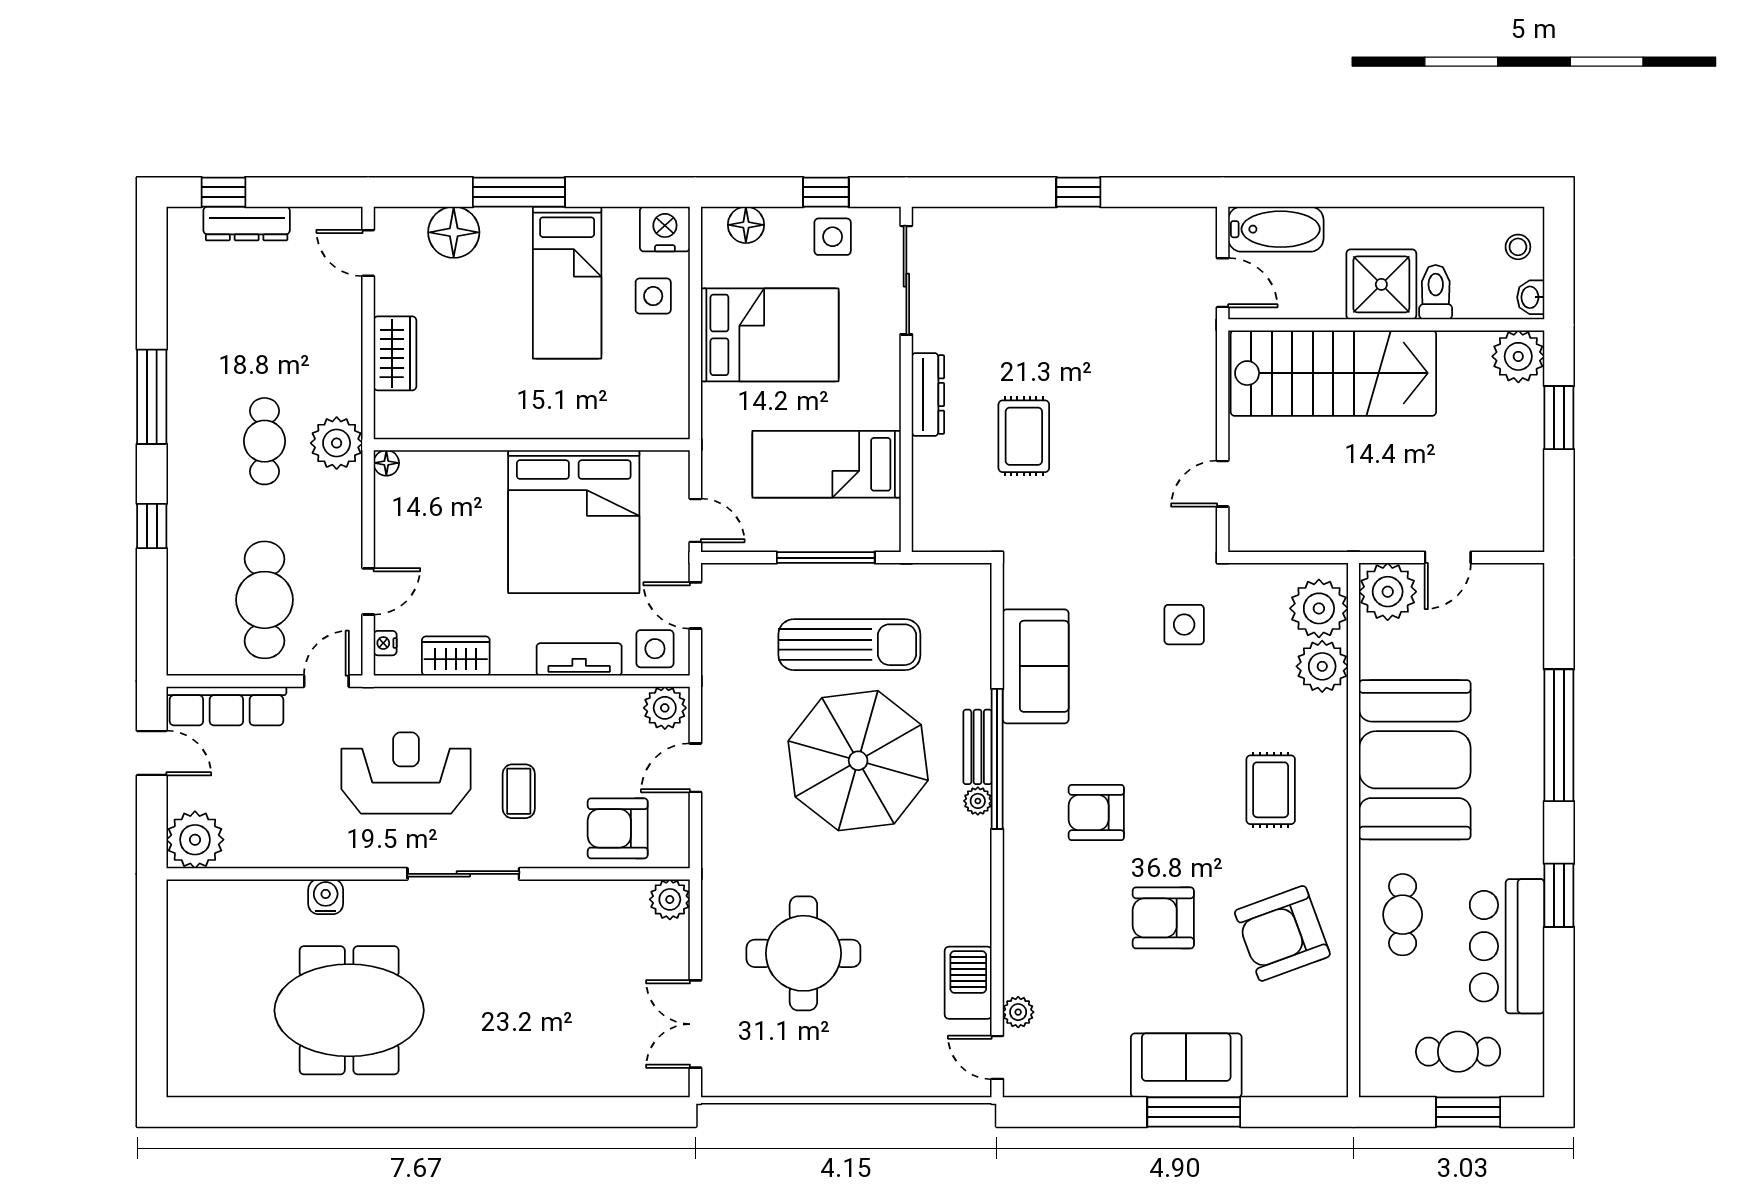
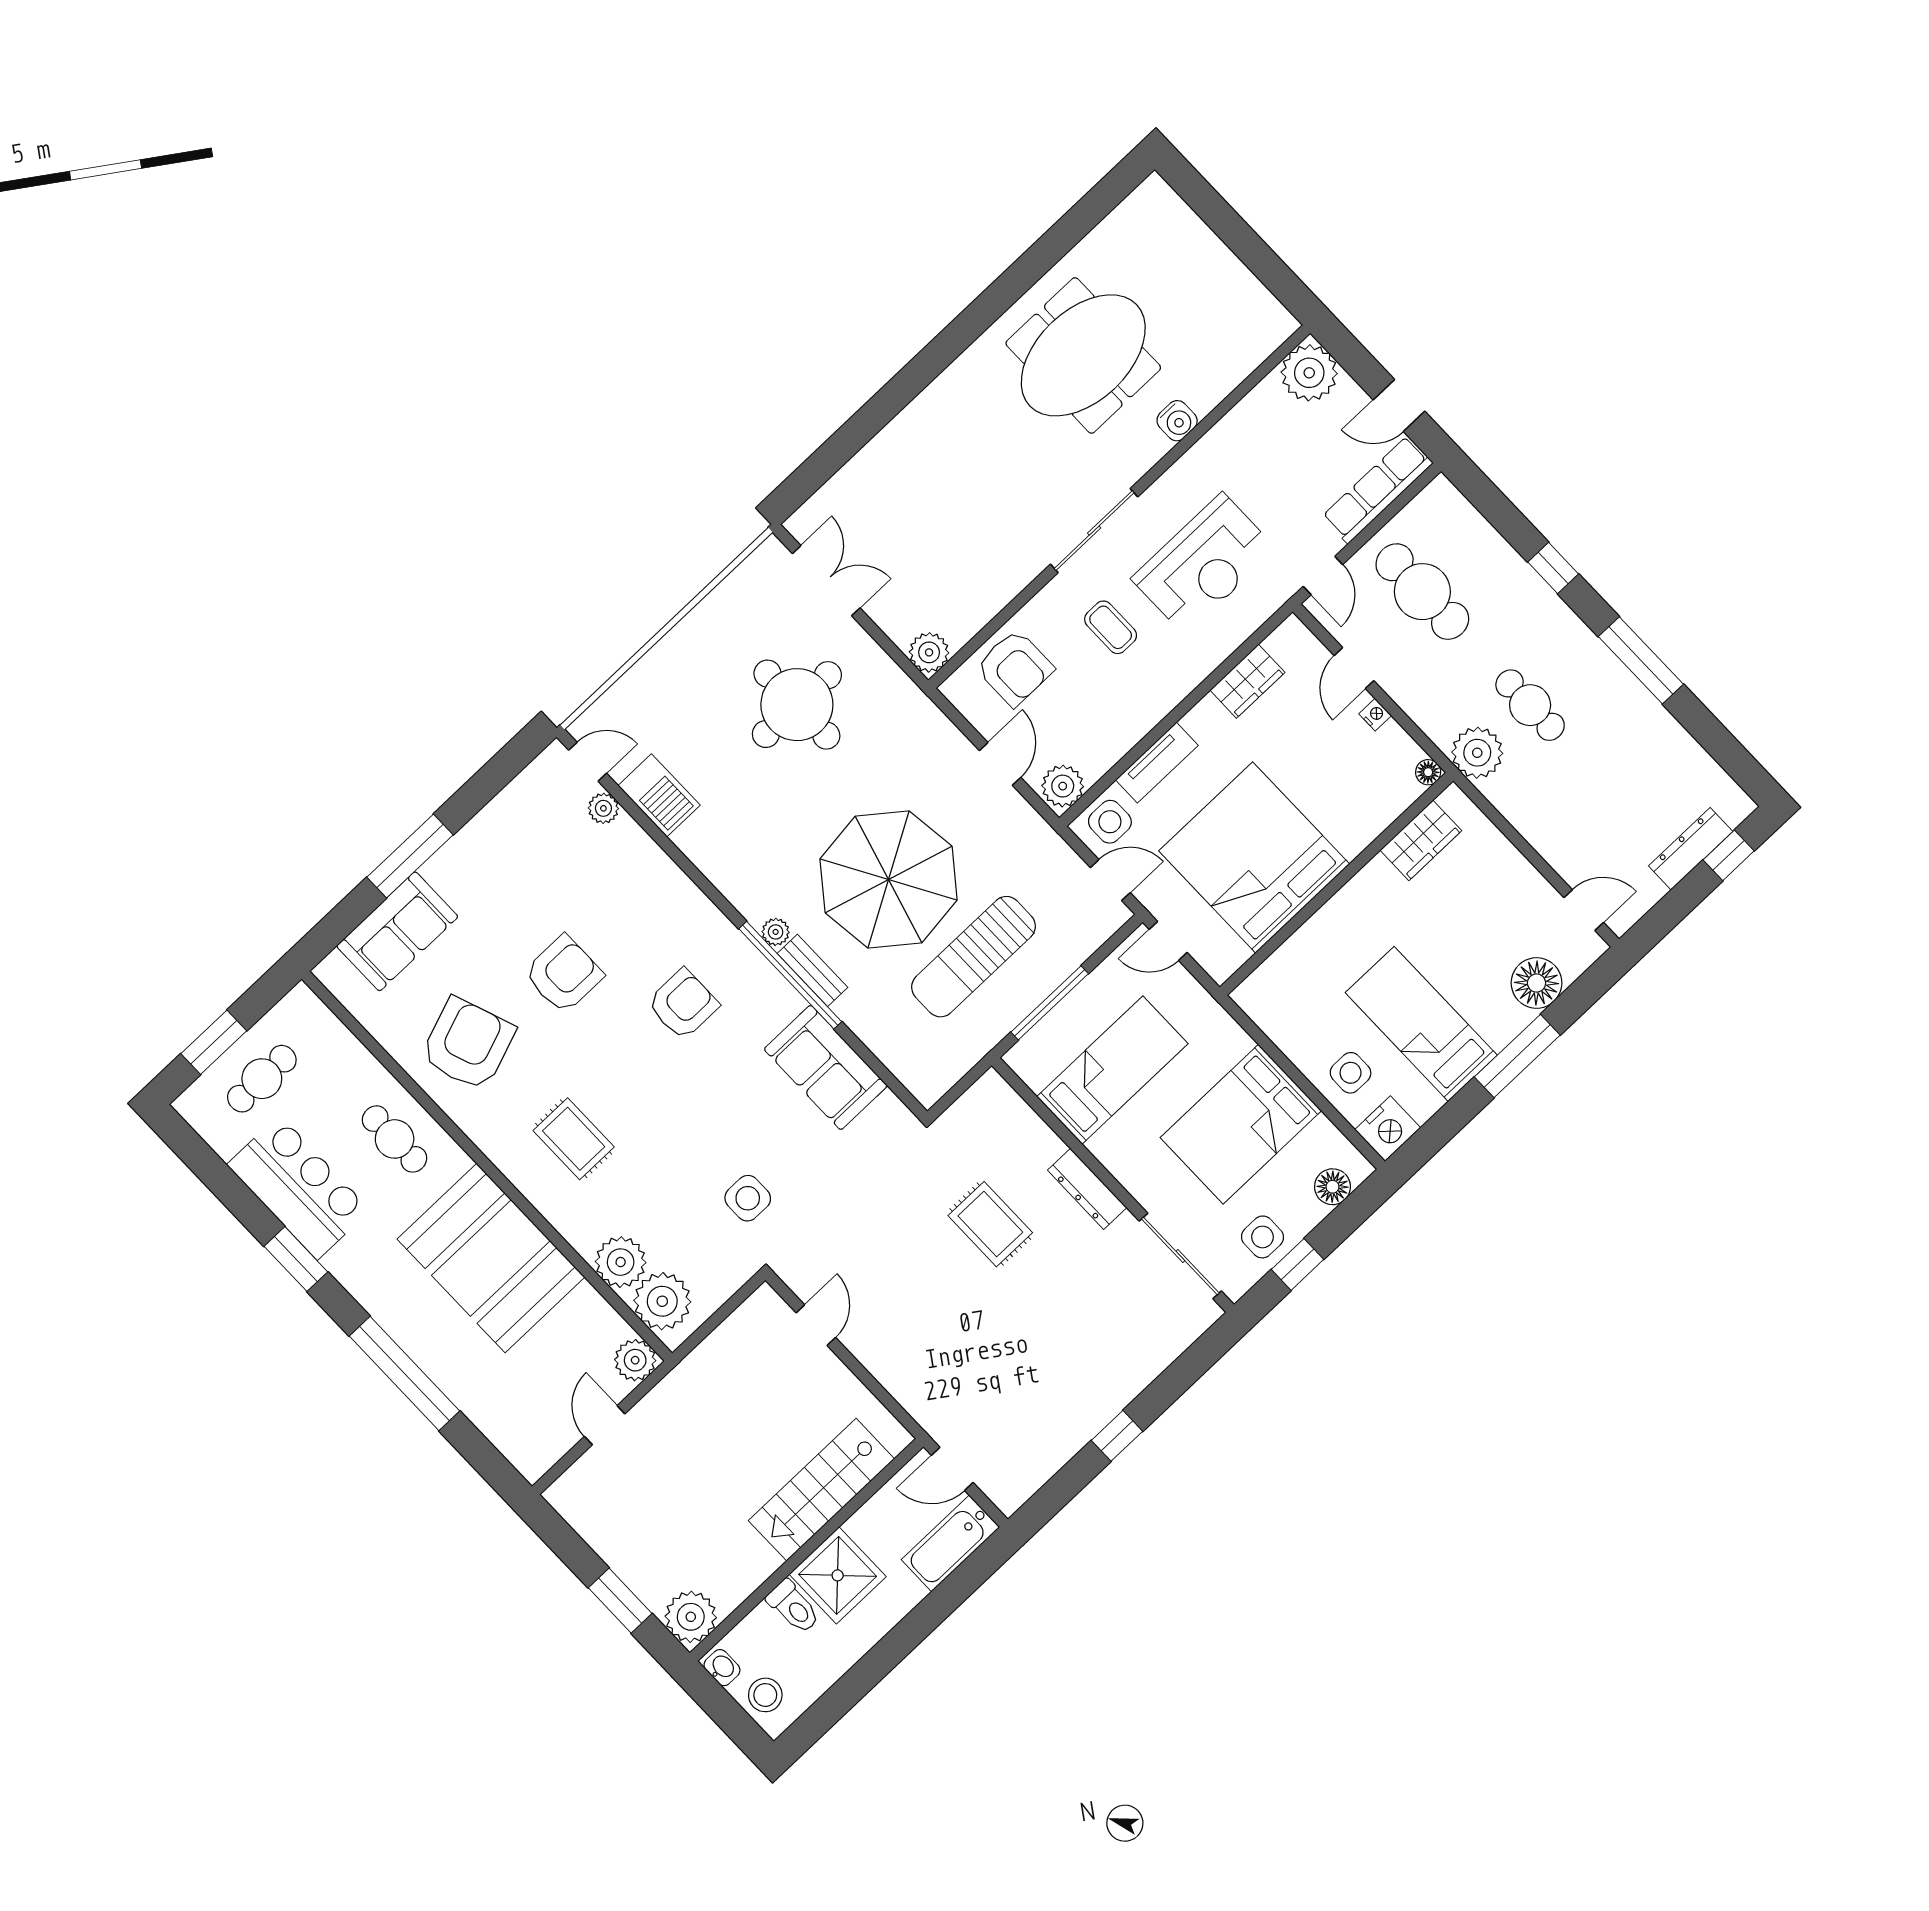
stool: (1518, 247) -> (765, 1695), width x1.37, depth x1.37
wardrobe: (395, 353) -> (1421, 840), moved, turned -90
stairs: (1333, 373) -> (821, 1490), width x0.73, depth x0.66
plant: (1388, 592) -> (635, 1360), width x0.73, depth x0.73
nightstand: (385, 643) -> (1375, 715), moved
armchair: (618, 828) -> (1015, 668), turned 90
sofa: (1186, 1065) -> (397, 931), moved

